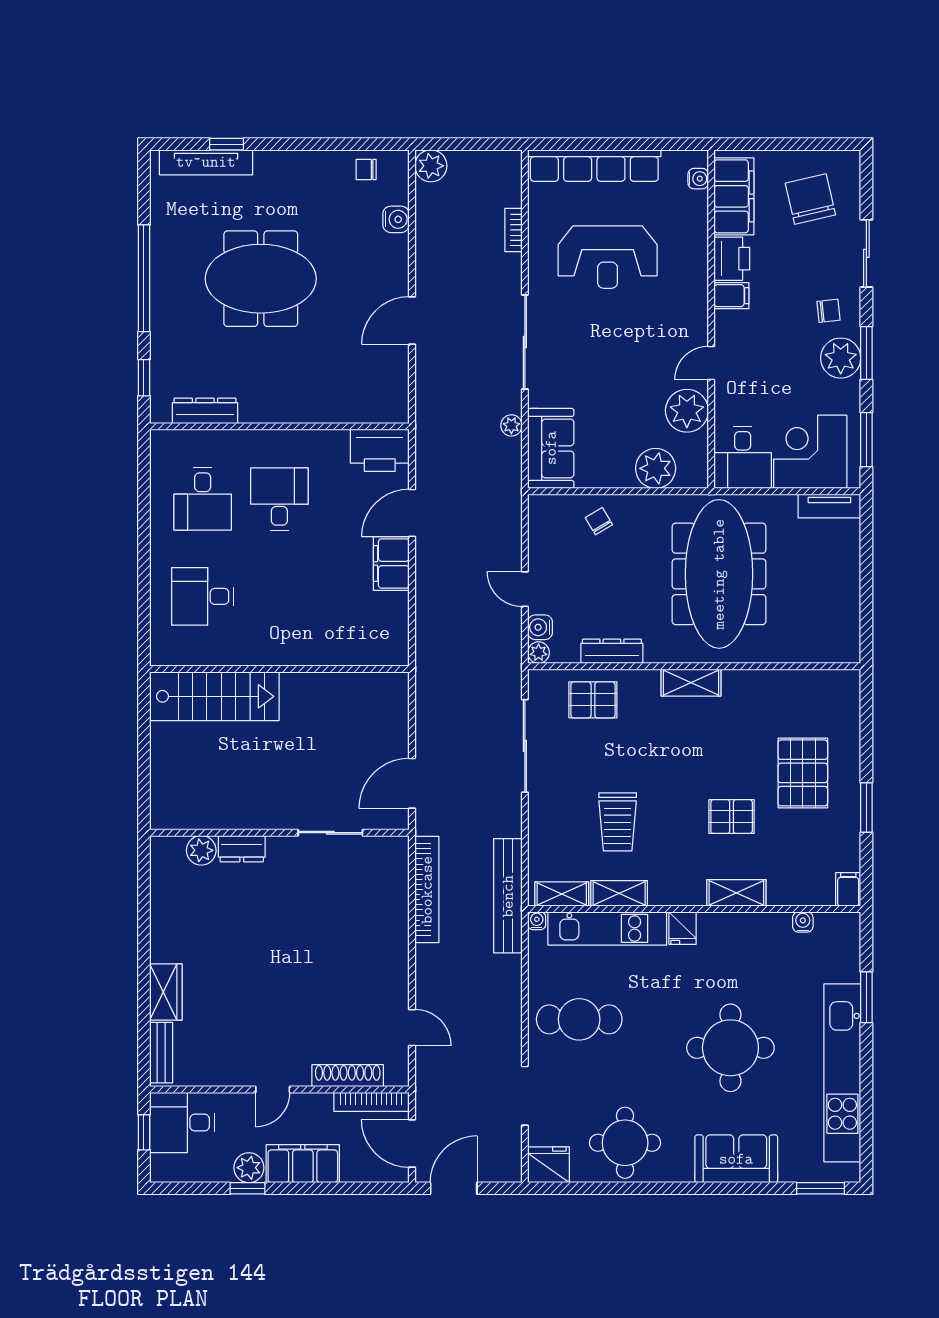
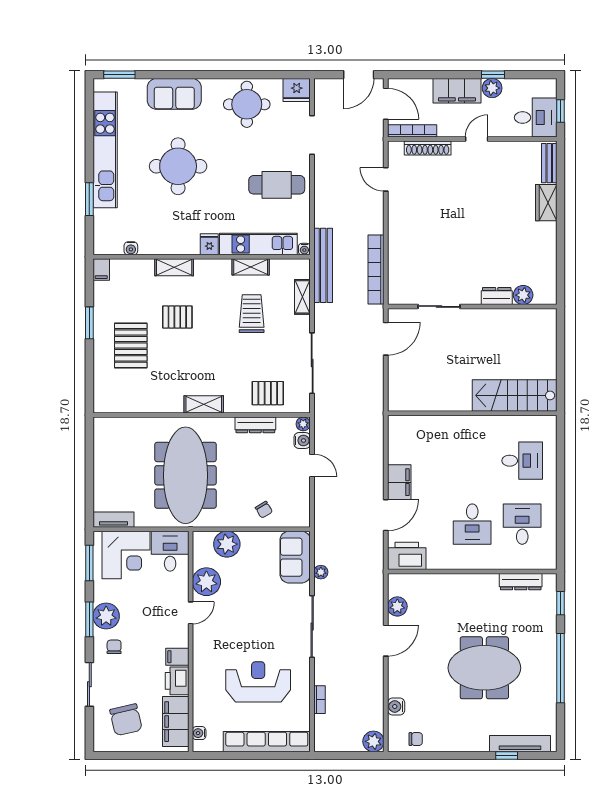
chair: (828, 311) -> (114, 647), turned 96
plant: (394, 373) -> (397, 606), added
shelving: (562, 894) -> (302, 297), moved, turned 90

